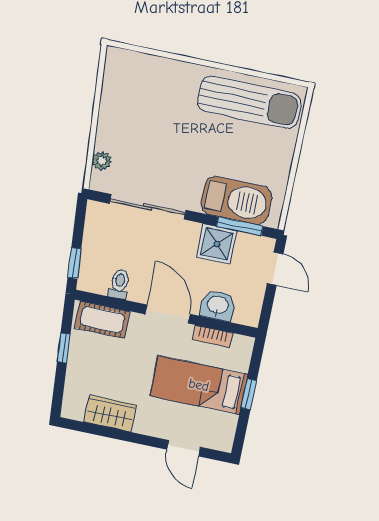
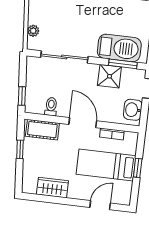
washbasin: (218, 305) -> (133, 110), moved, turned -90
door: (184, 448) -> (100, 205), swing flipped

